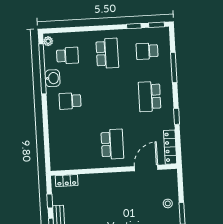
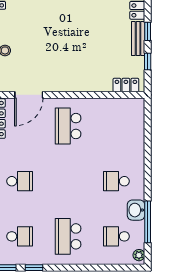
window: (42, 69) -> (148, 222), width x0.68
school desk: (150, 97) -> (20, 181), width x0.54
school desk: (70, 101) -> (116, 181), turned 180

